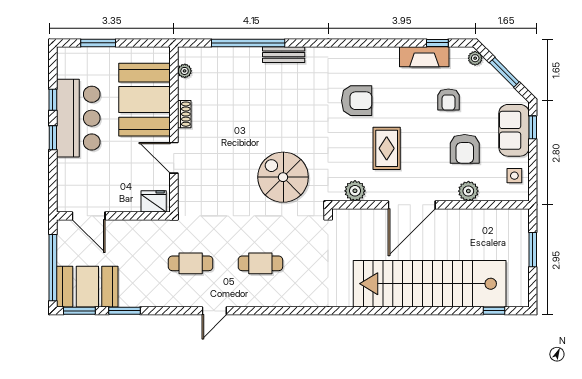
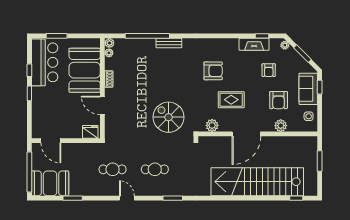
plant: (185, 55) -> (109, 43), added
bar counter: (78, 118) -> (45, 62), moved
rug: (387, 148) -> (231, 100), turned 90
window: (79, 311) -> (173, 198), moved
door: (214, 311) -> (127, 198), swing flipped

